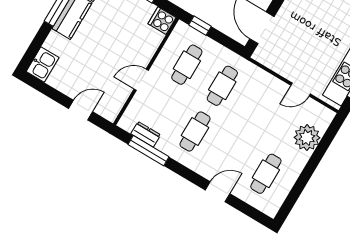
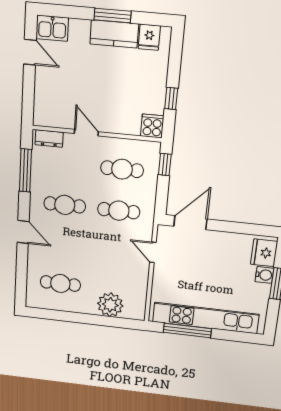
door: (301, 90) -> (153, 252), moved
door: (81, 110) -> (30, 52), moved
dresser: (146, 134) -> (49, 138), moved, turned 90
door: (218, 192) -> (23, 232), moved

